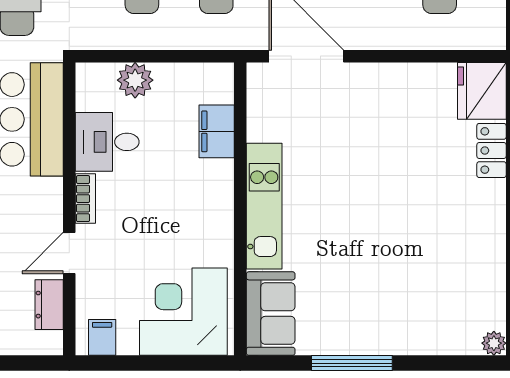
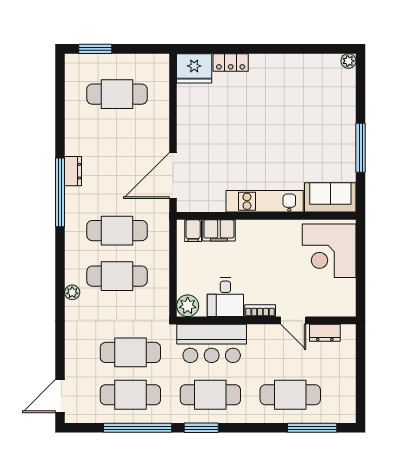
plant: (135, 80) -> (188, 306), moved
filing cabinet: (102, 337) -> (193, 231), moved, turned -90

